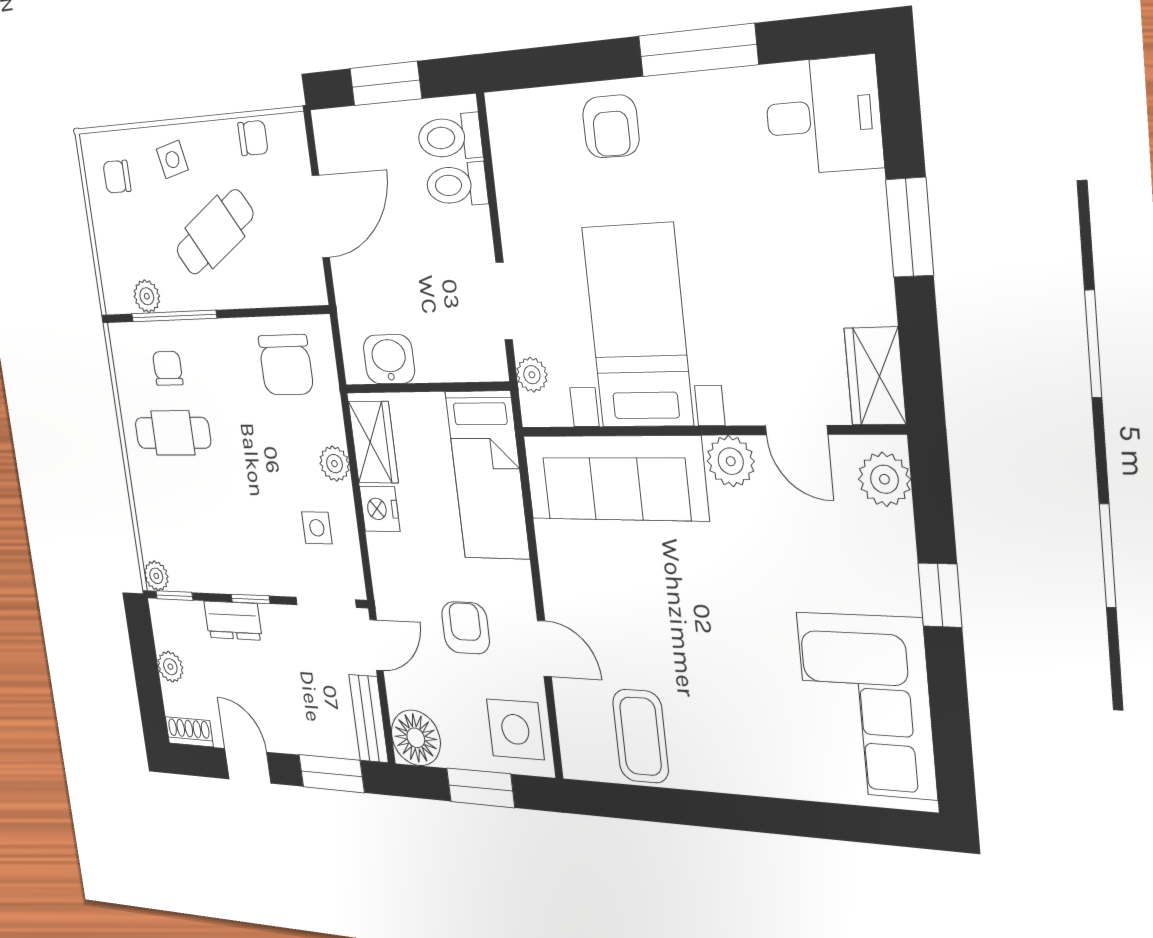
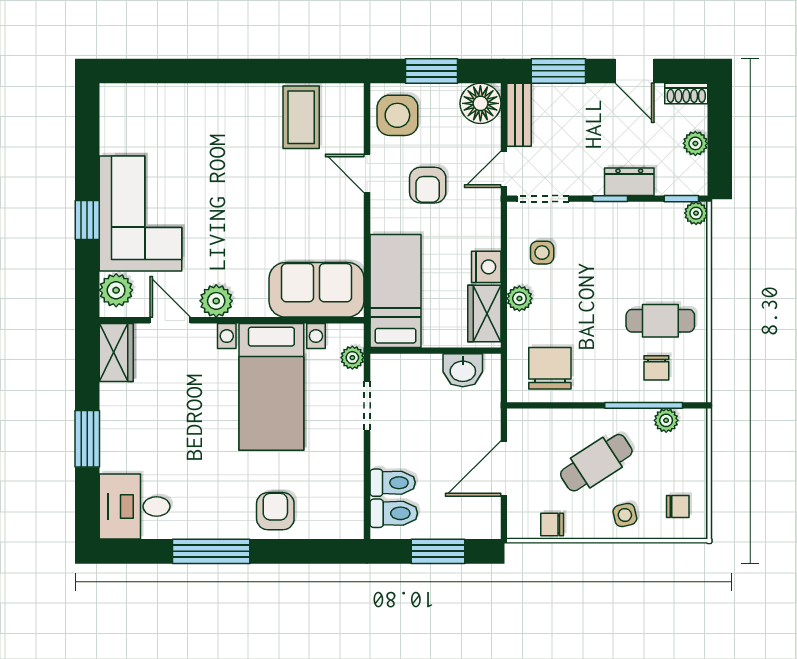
sofa: (615, 478) -> (317, 290), width x0.73
corner sofa: (866, 706) -> (140, 214), moved

